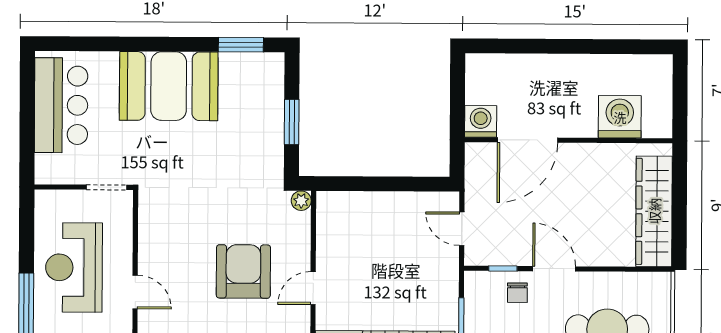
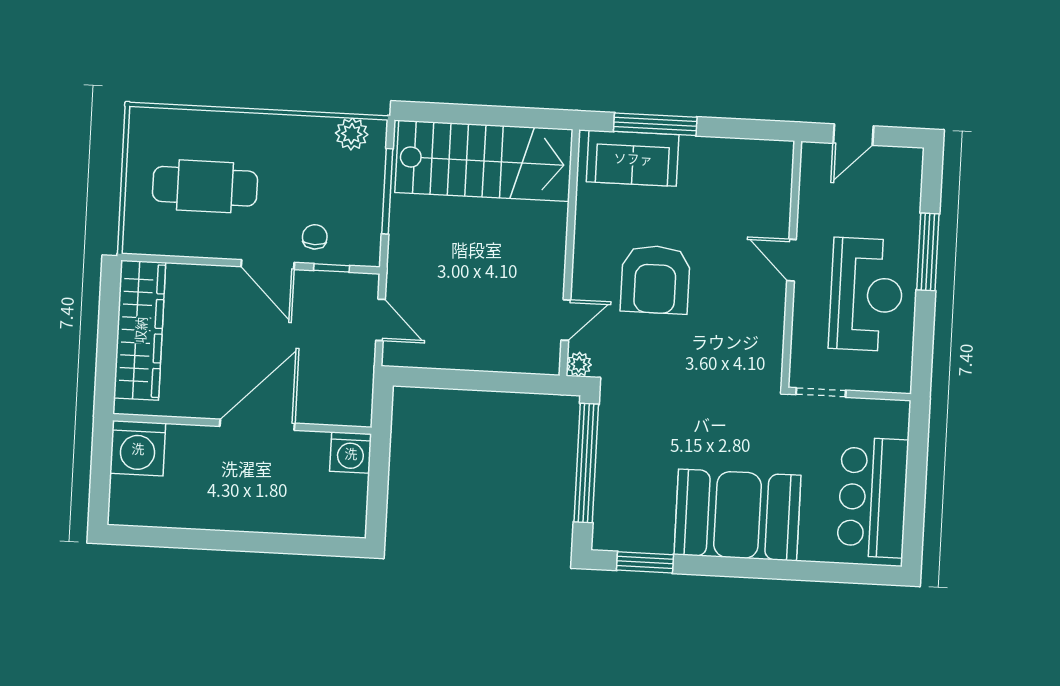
washing machine: (620, 117) -> (138, 448), moved
window: (292, 122) -> (586, 463), width x2.11
door: (528, 140) -> (257, 425), moved
door: (313, 288) -> (566, 320), moved

